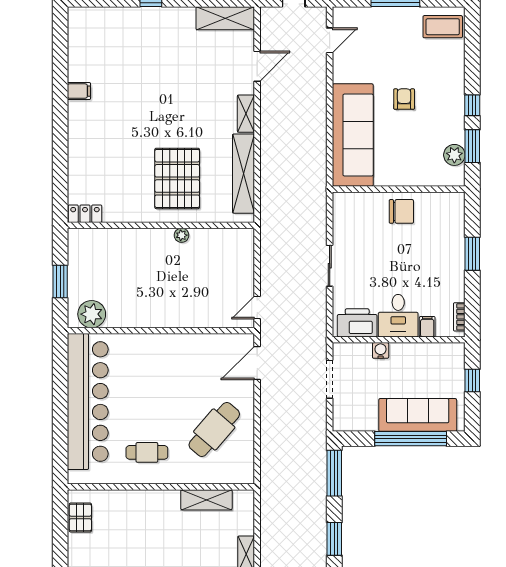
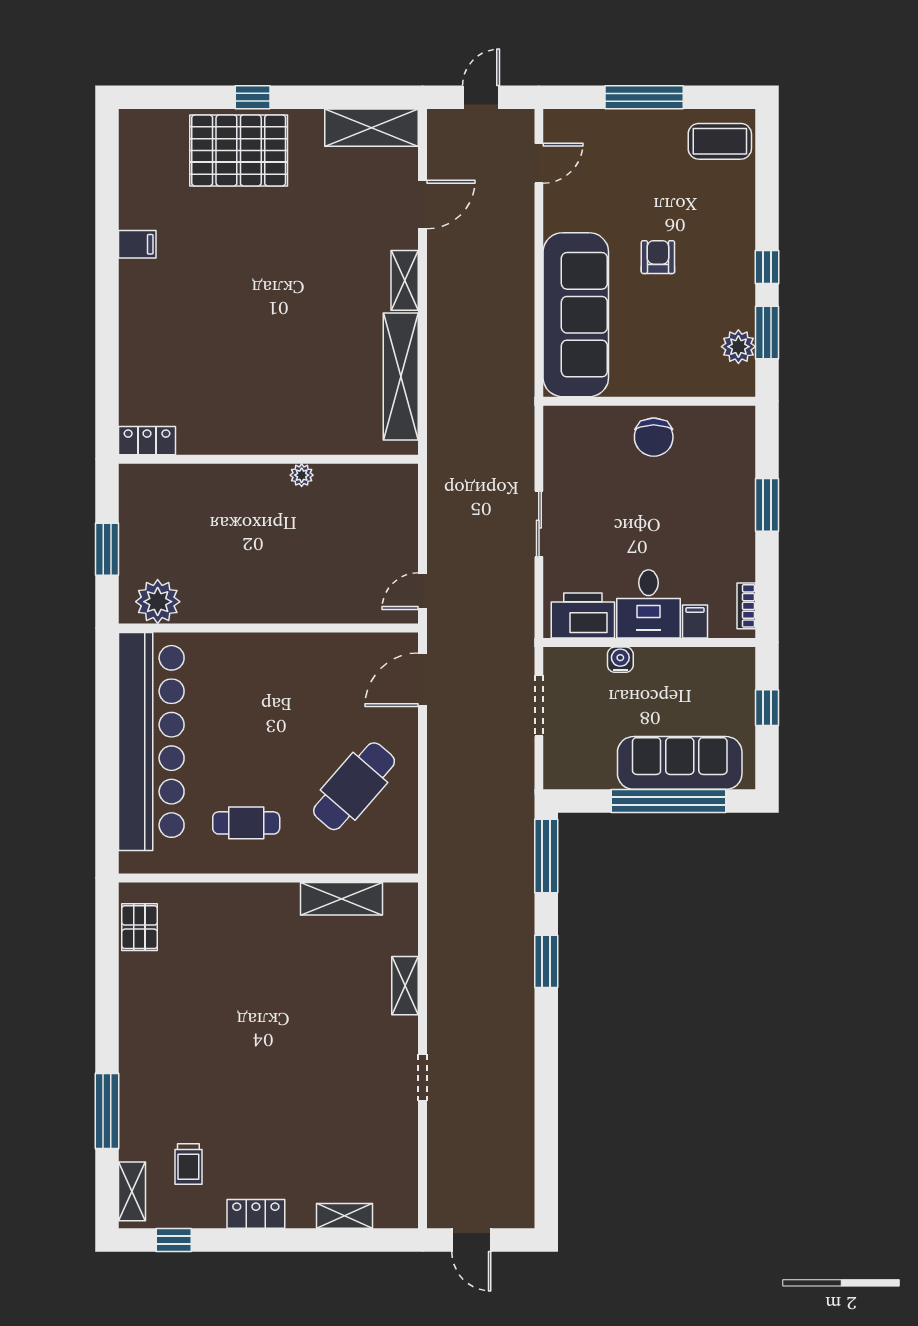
pallet: (177, 178) -> (239, 150), moved, turned 90
chair: (401, 211) -> (654, 437), turned 90

